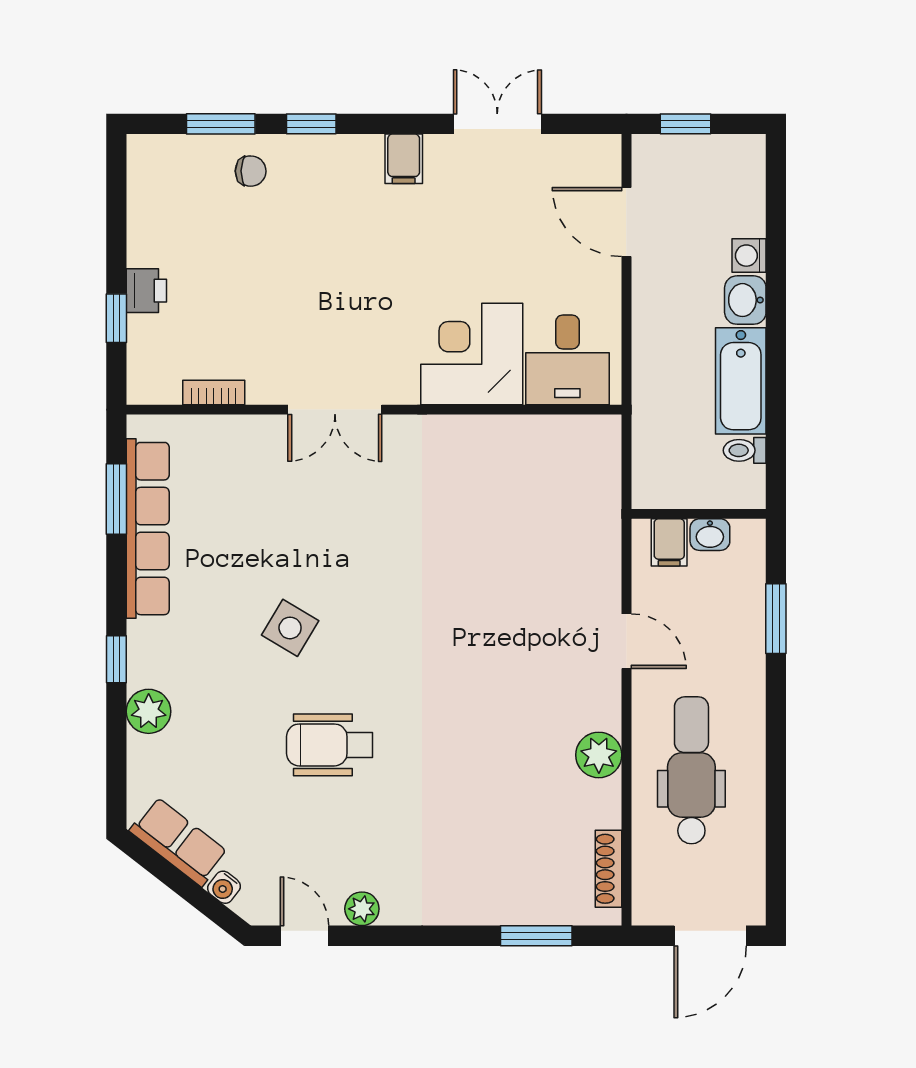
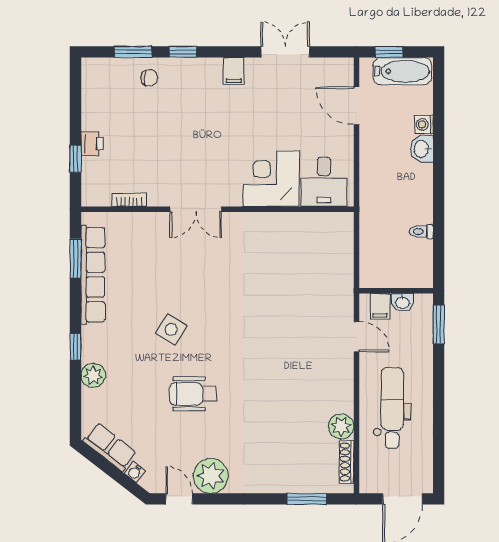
bathtub: (741, 381) -> (402, 71), moved, turned -90
wall: (699, 514) -> (396, 291), moved
washbasin: (710, 535) -> (402, 302), moved
filing cabinet: (669, 542) -> (380, 307), moved
plant: (599, 755) -> (341, 426), moved
plant: (362, 909) -> (211, 476), width x1.87, depth x1.87

